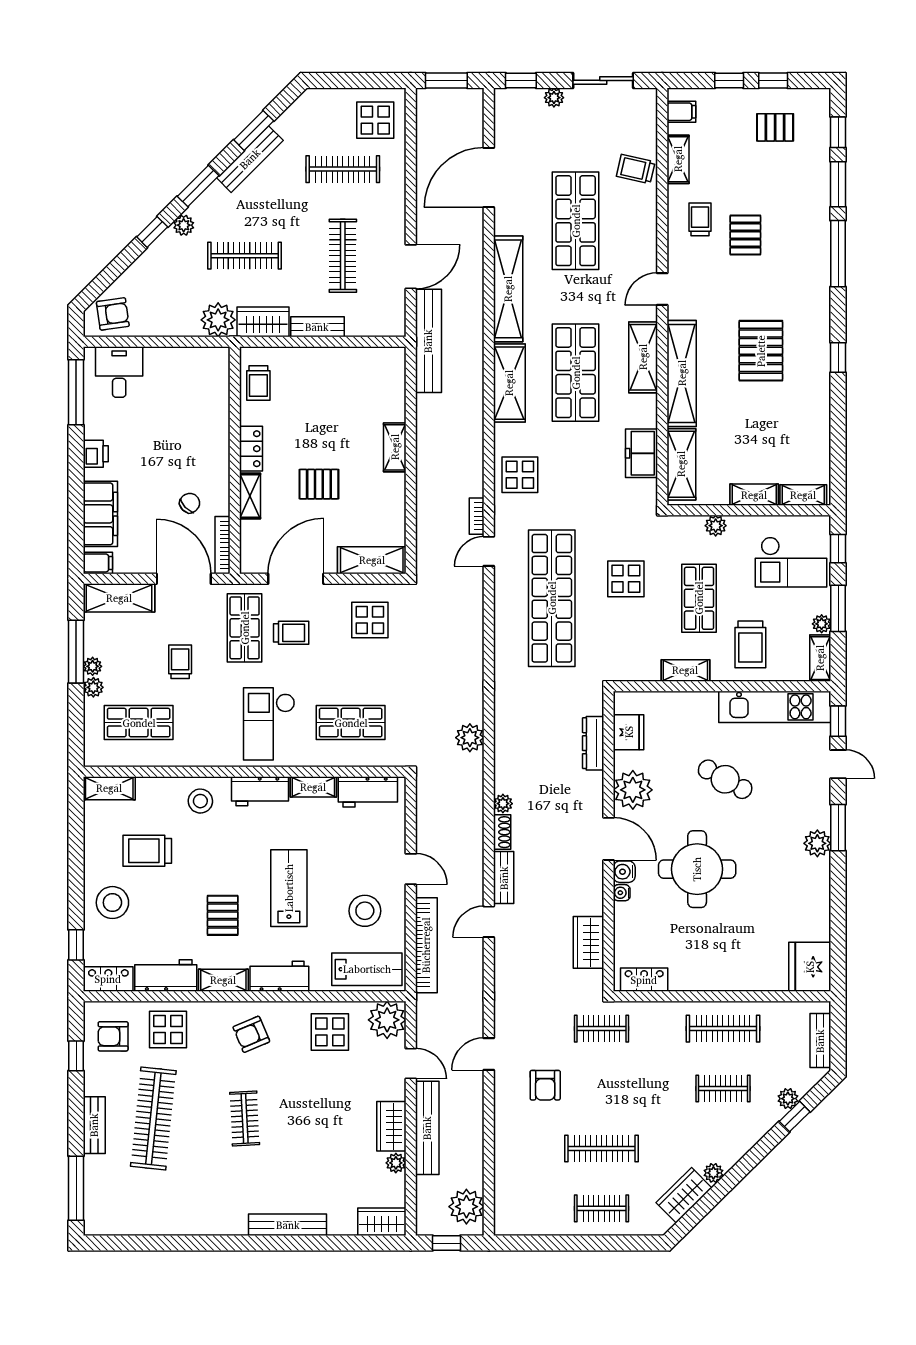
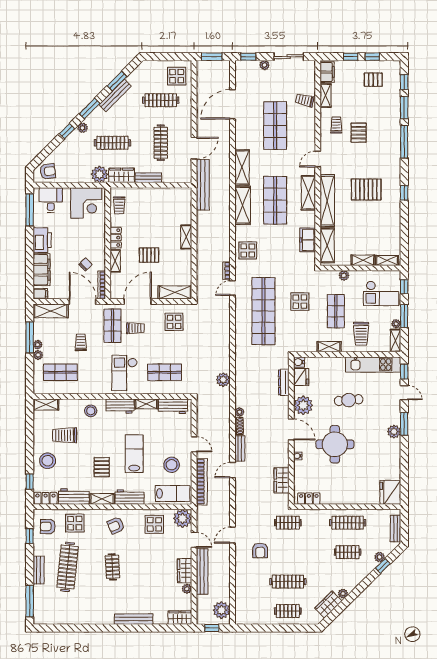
filing cabinet: (681, 112) -> (327, 72), width x2.00
shelving: (508, 289) -> (242, 167), width x0.68
pallet: (761, 351) -> (366, 189), turned 90
corner desk: (191, 378) -> (86, 203), added
printer: (96, 454) -> (42, 240), width x1.87, depth x1.48
cafe table: (725, 779) -> (349, 400), turned -34
water cooler: (624, 872) -> (299, 362), moved

